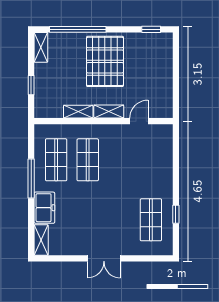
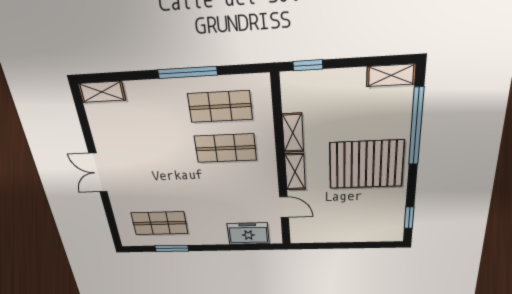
window: (31, 85) -> (308, 65), moved
freezer: (44, 208) -> (248, 234), moved, turned 180
window: (176, 214) -> (172, 248), width x1.50

